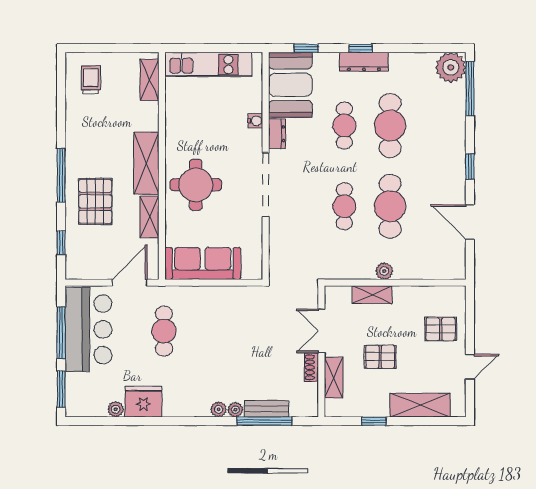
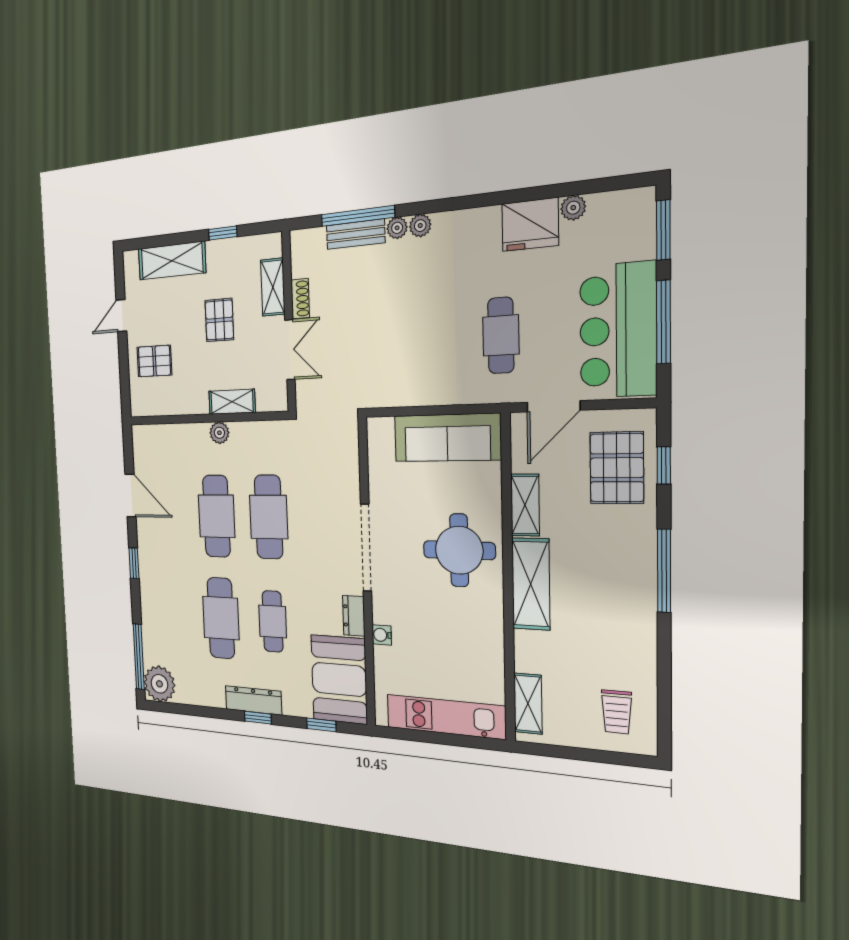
pallet: (95, 201) -> (617, 468), moved
cafe table: (344, 206) -> (269, 517), width x1.37, depth x1.35
pallet: (380, 357) -> (219, 320), turned 90

